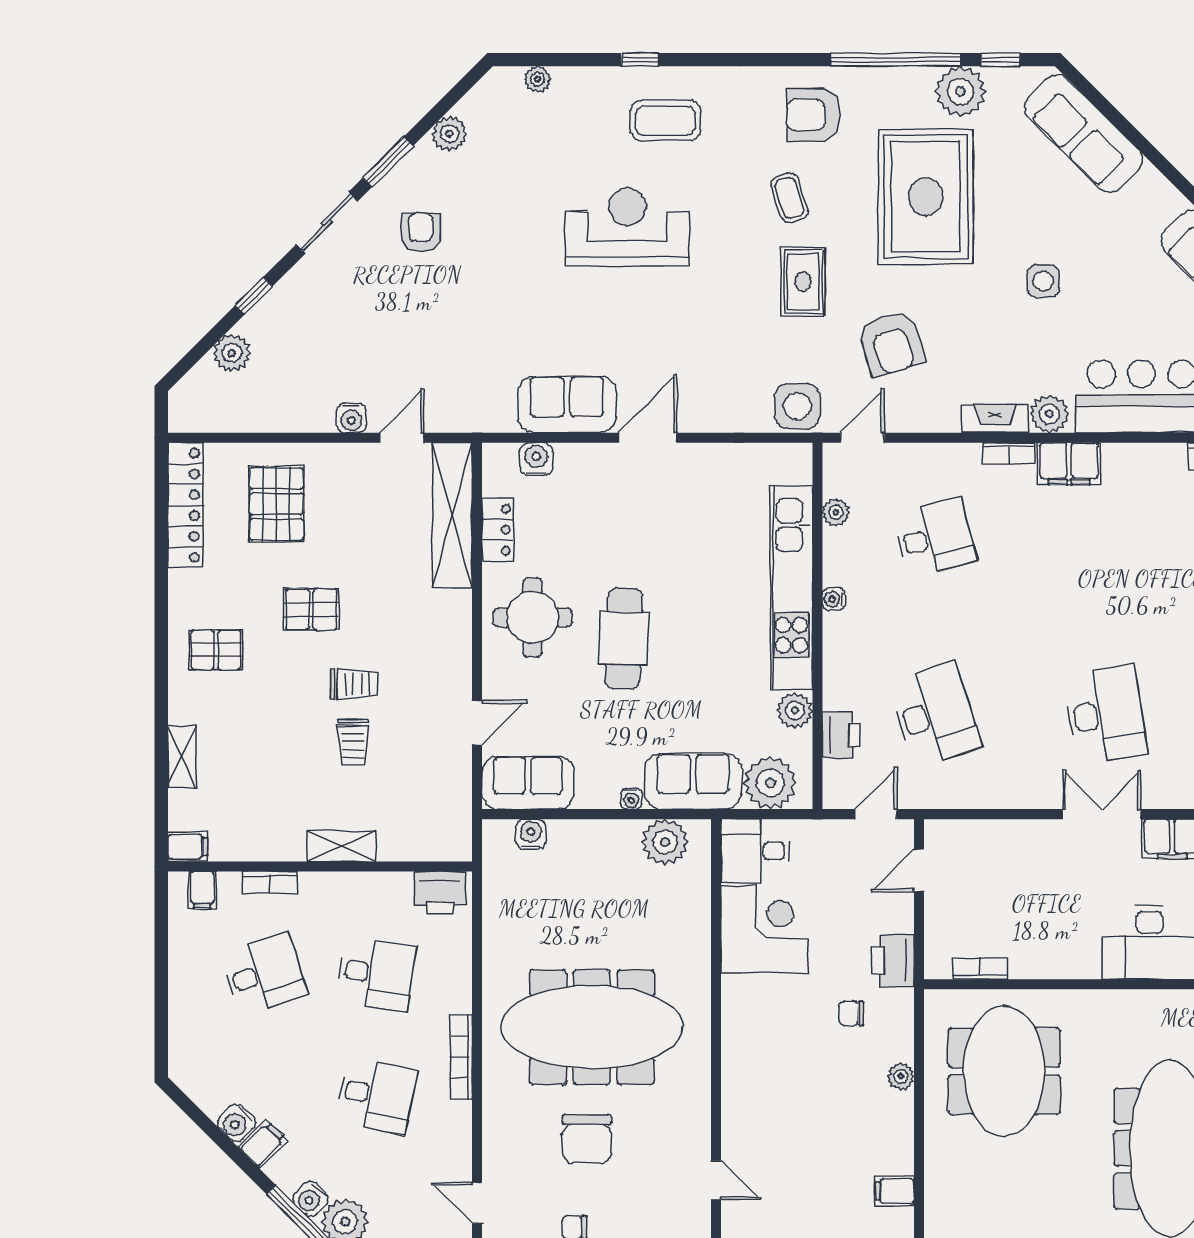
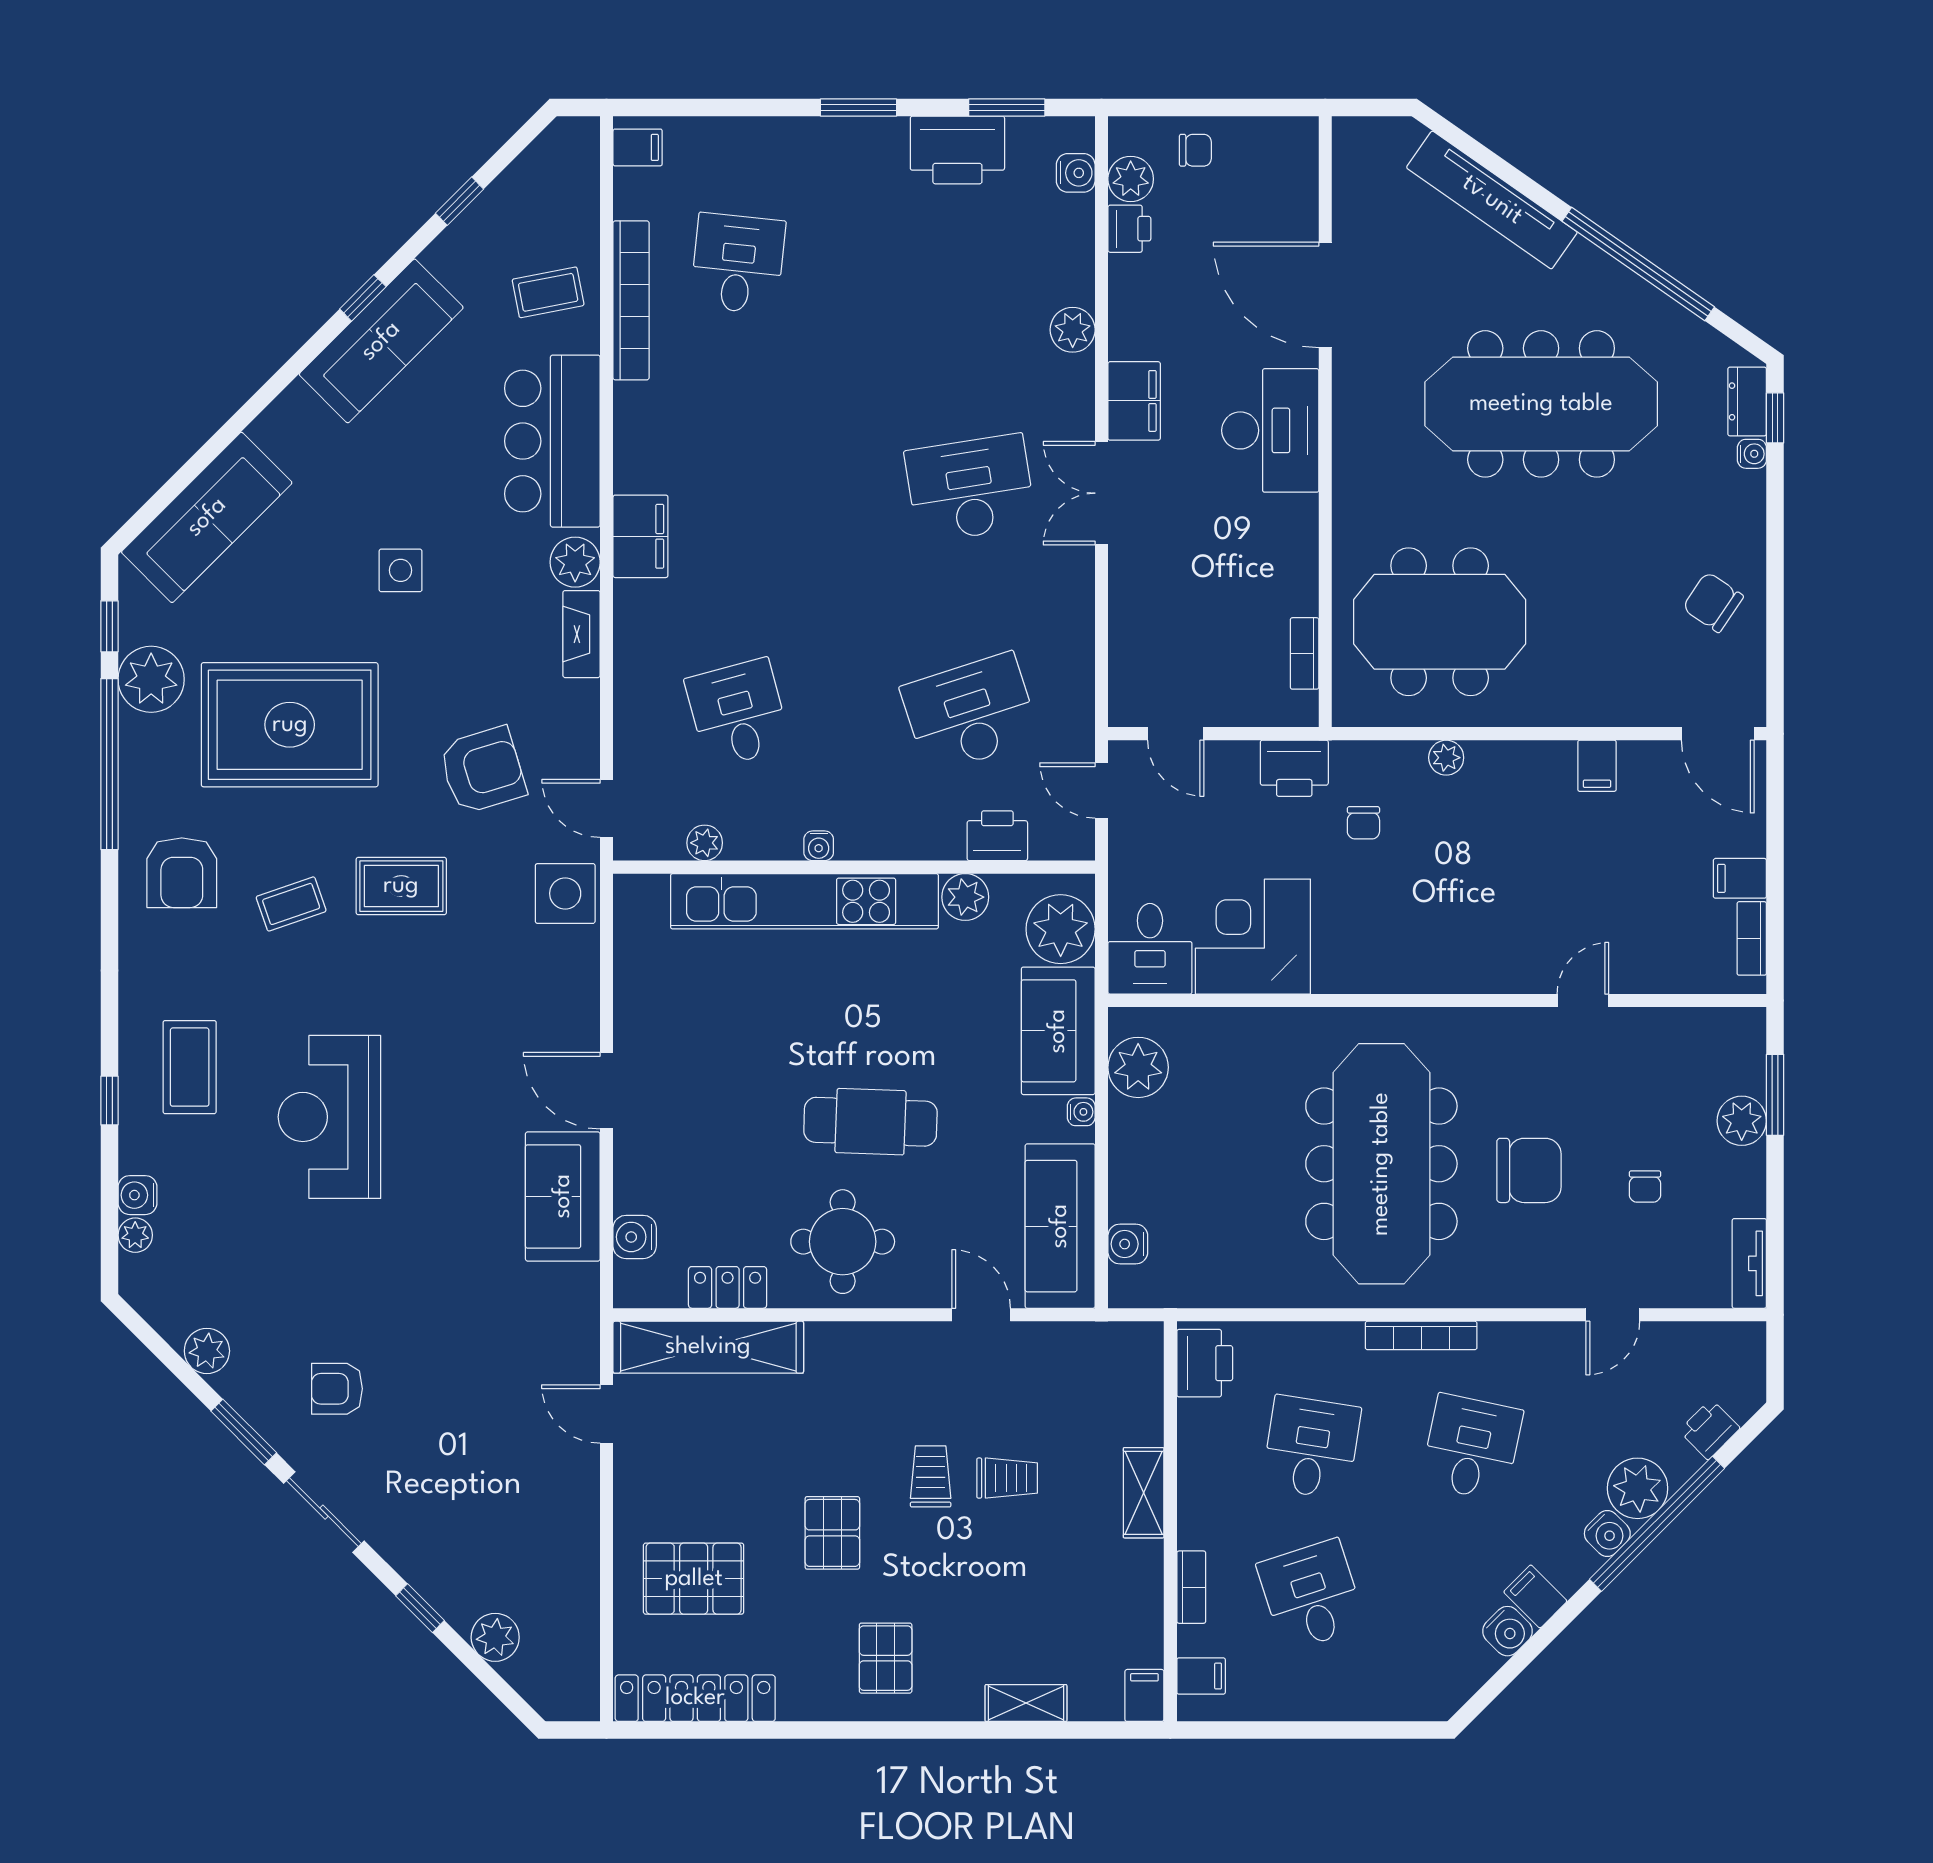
water cooler: (351, 418) -> (138, 1195), moved, turned 180
bookcase: (1009, 453) -> (627, 616), removed
sofa: (528, 783) -> (1060, 1226), width x1.36

